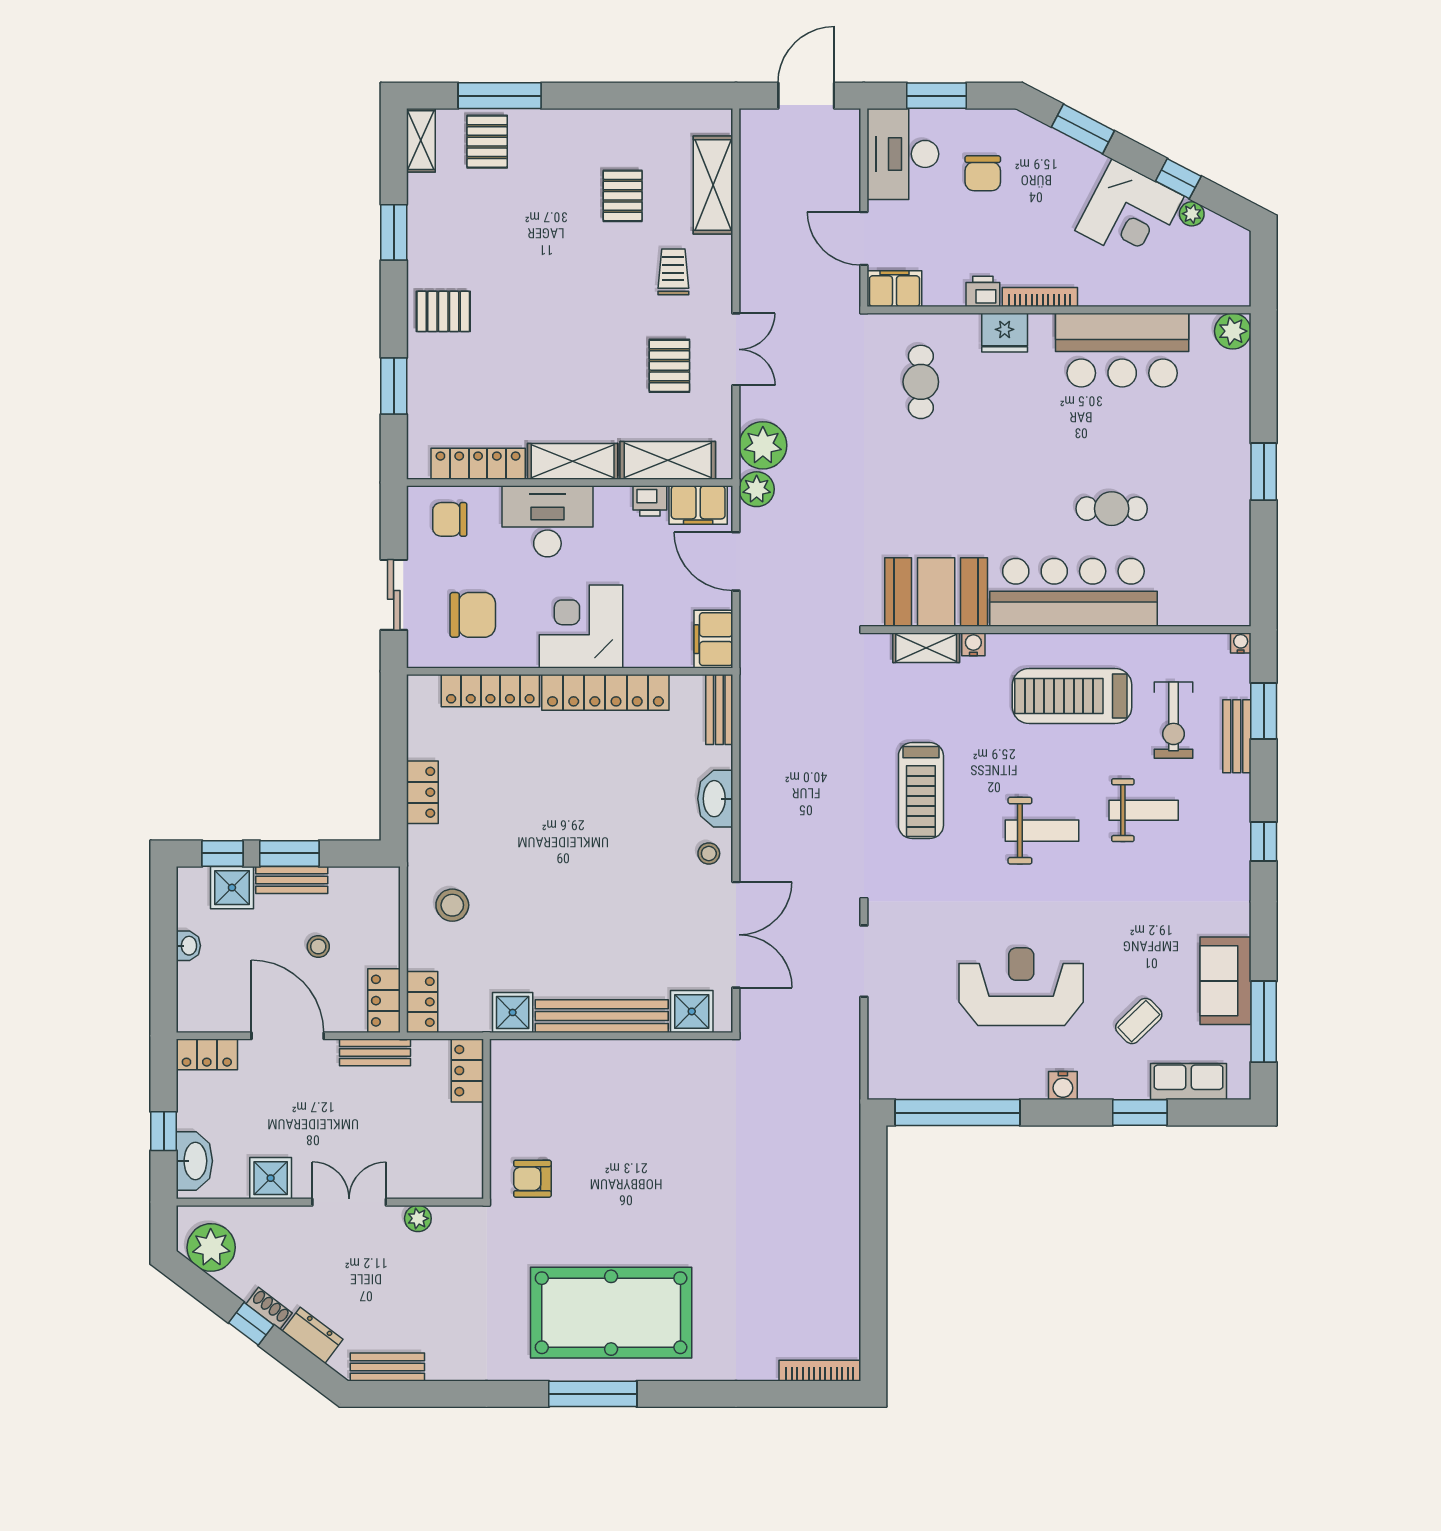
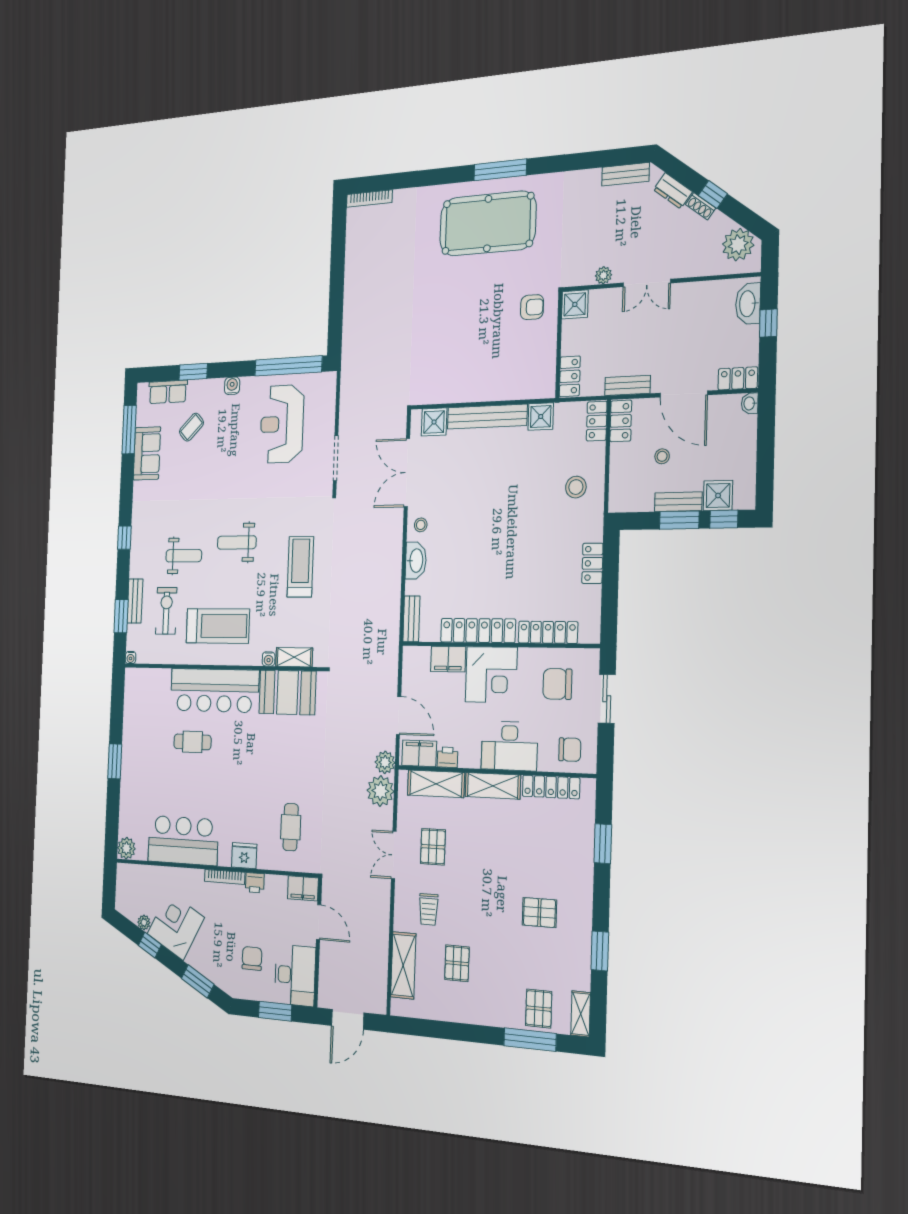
pallet: (443, 311) -> (539, 912), moved
filing cabinet: (713, 639) -> (448, 659), moved, turned 90
weight bench: (1144, 810) -> (184, 556), turned 180
washbasin: (188, 946) -> (750, 403), moved
reception desk: (1021, 987) -> (282, 424), moved, turned 90
shower: (271, 1178) -> (575, 304), moved

